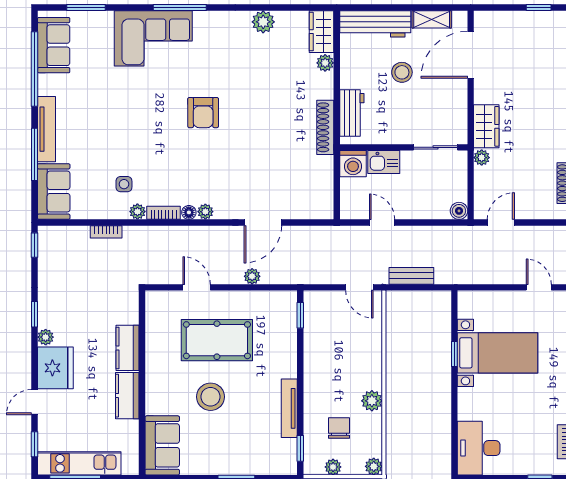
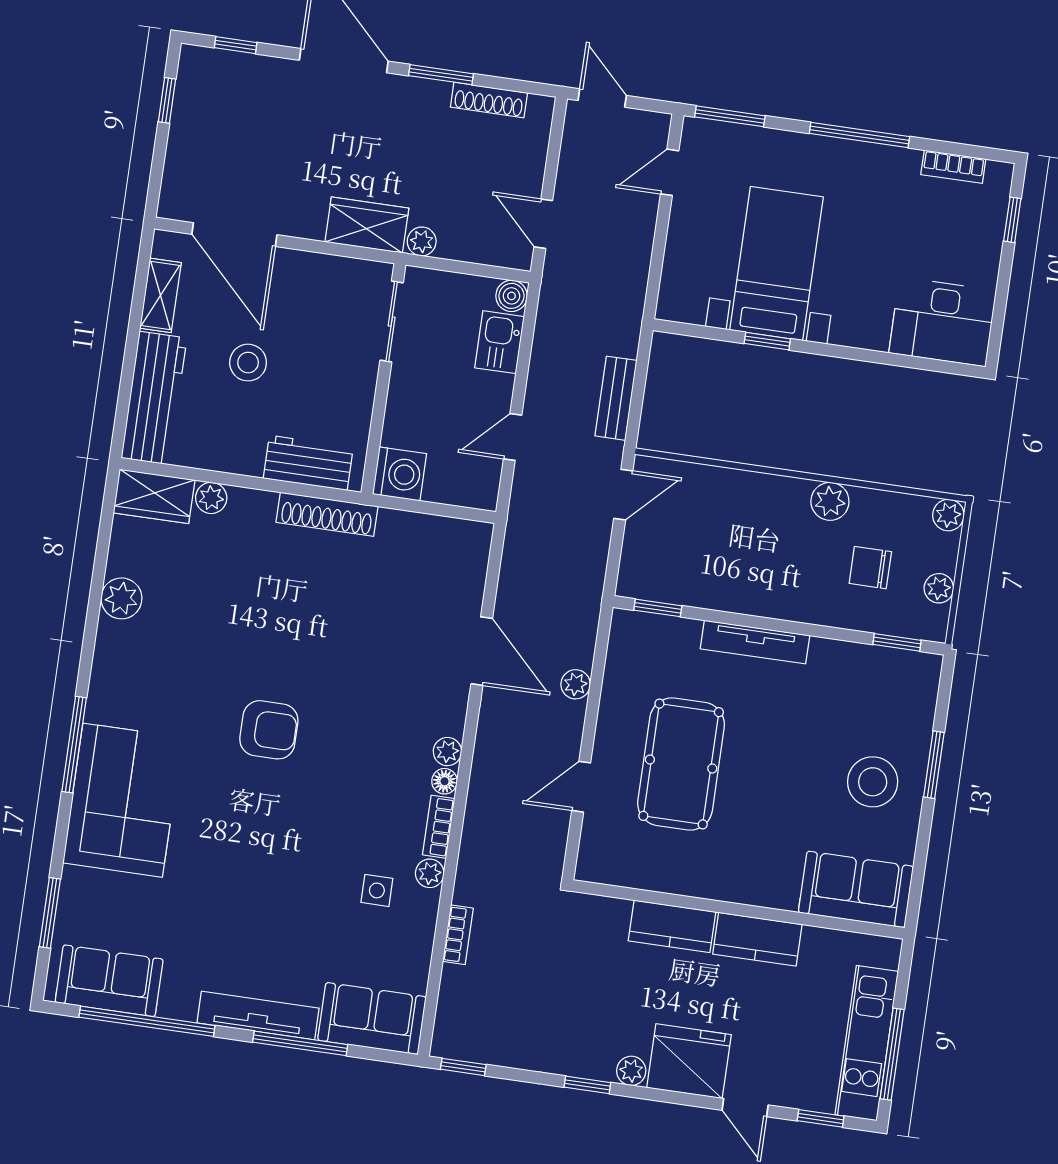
kitchen sink: (384, 162) -> (499, 342), moved, turned 180
stool: (211, 397) -> (873, 782), moved
tv unit: (289, 408) -> (755, 642), moved

